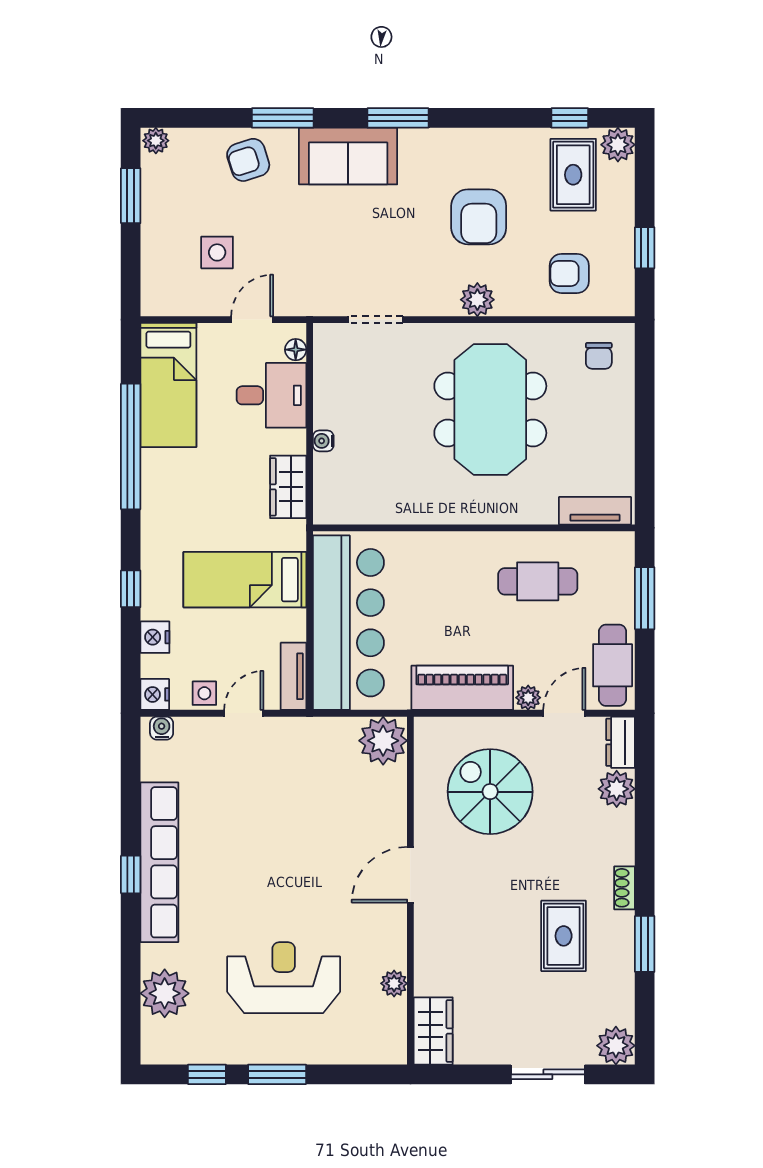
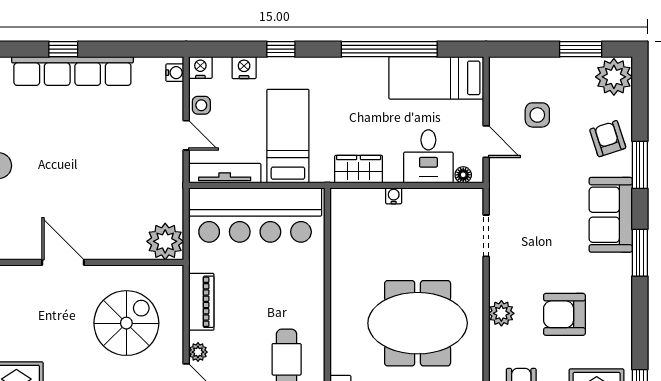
plant: (156, 141) -> (614, 77), width x1.88, depth x1.88
tv unit: (294, 676) -> (225, 173), width x1.41
piano: (462, 688) -> (201, 302), width x0.73, depth x0.75

